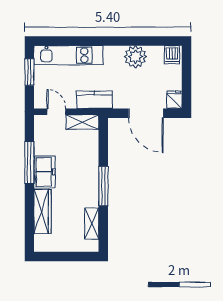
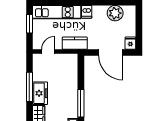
dishwasher: (172, 55) -> (87, 12), moved
plant: (136, 57) -> (115, 13), moved
door: (56, 112) -> (48, 51), hinge flipped
shelving: (82, 122) -> (66, 59), removed

